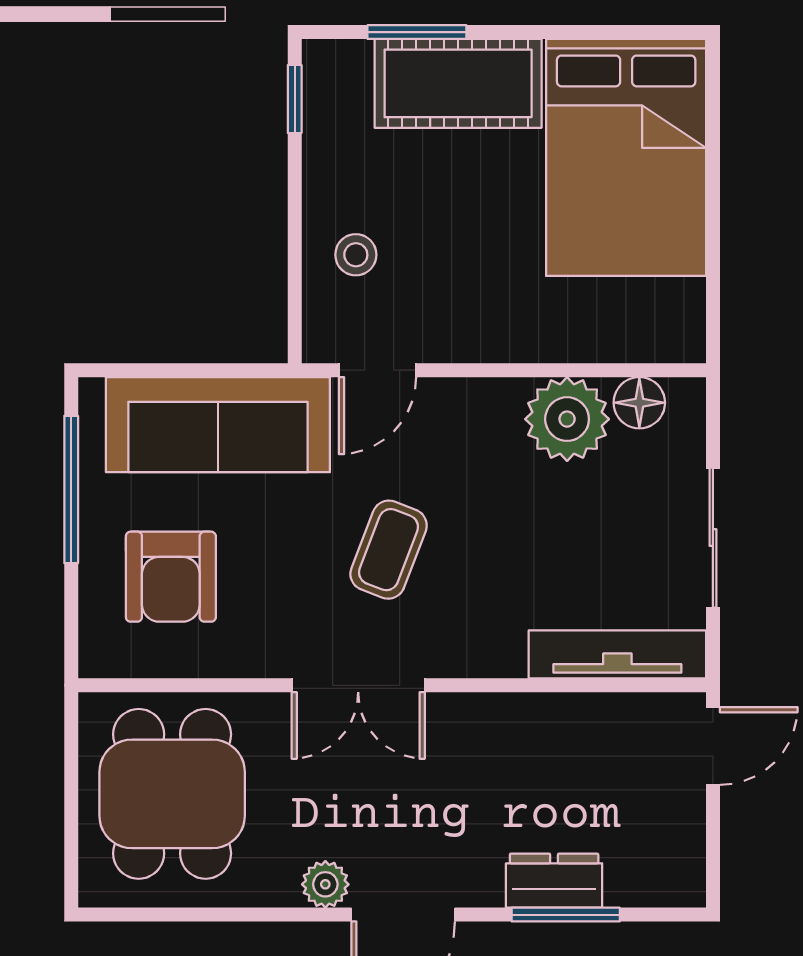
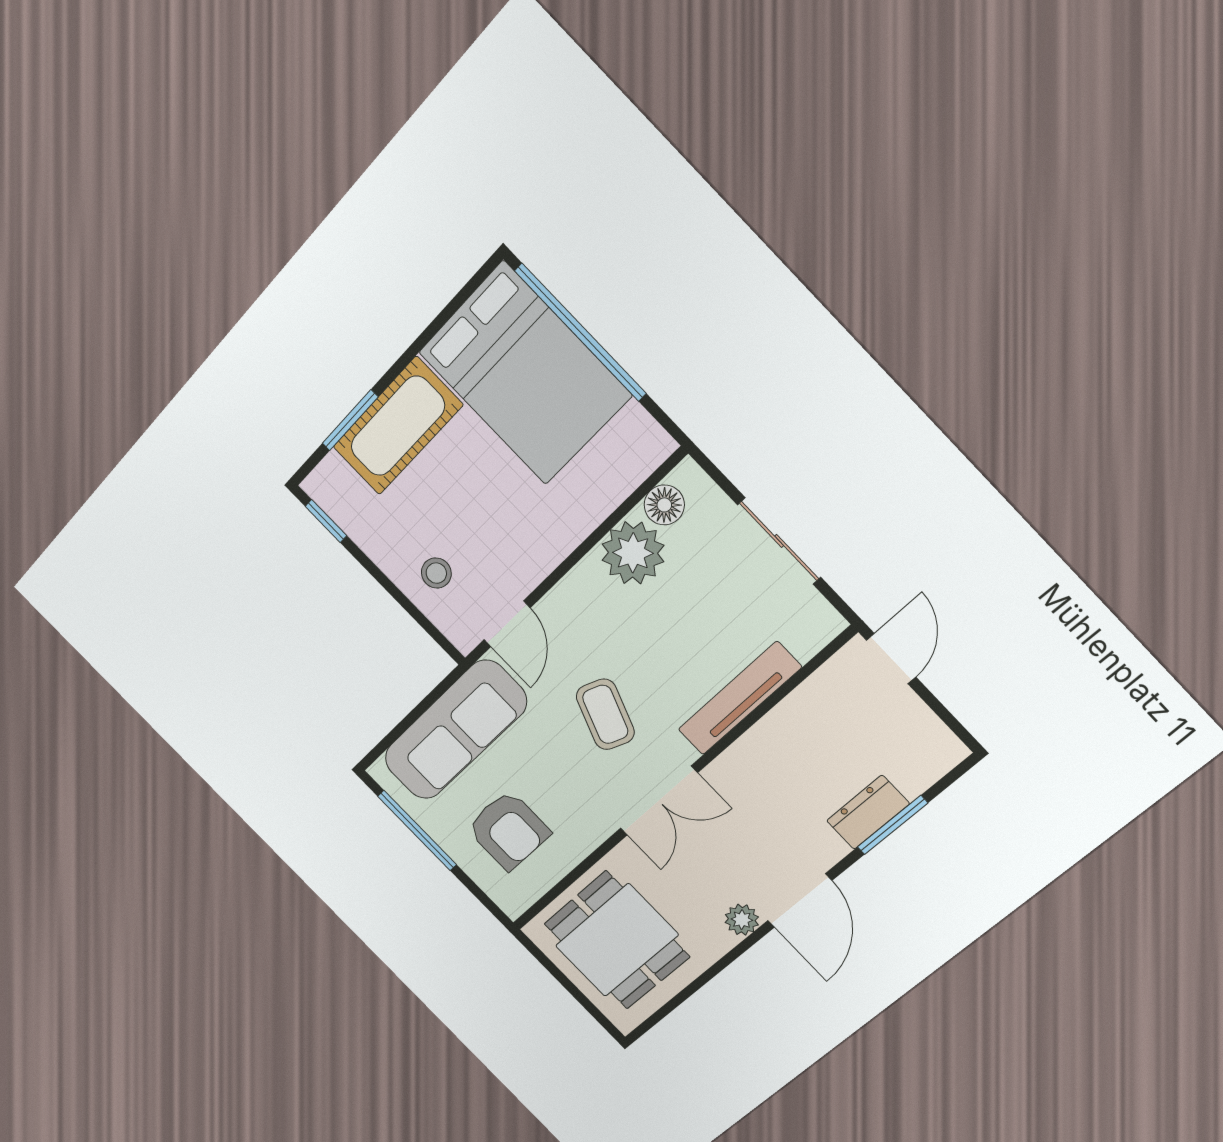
window: (713, 172) -> (580, 332), added
tv unit: (617, 654) -> (739, 698), moved

